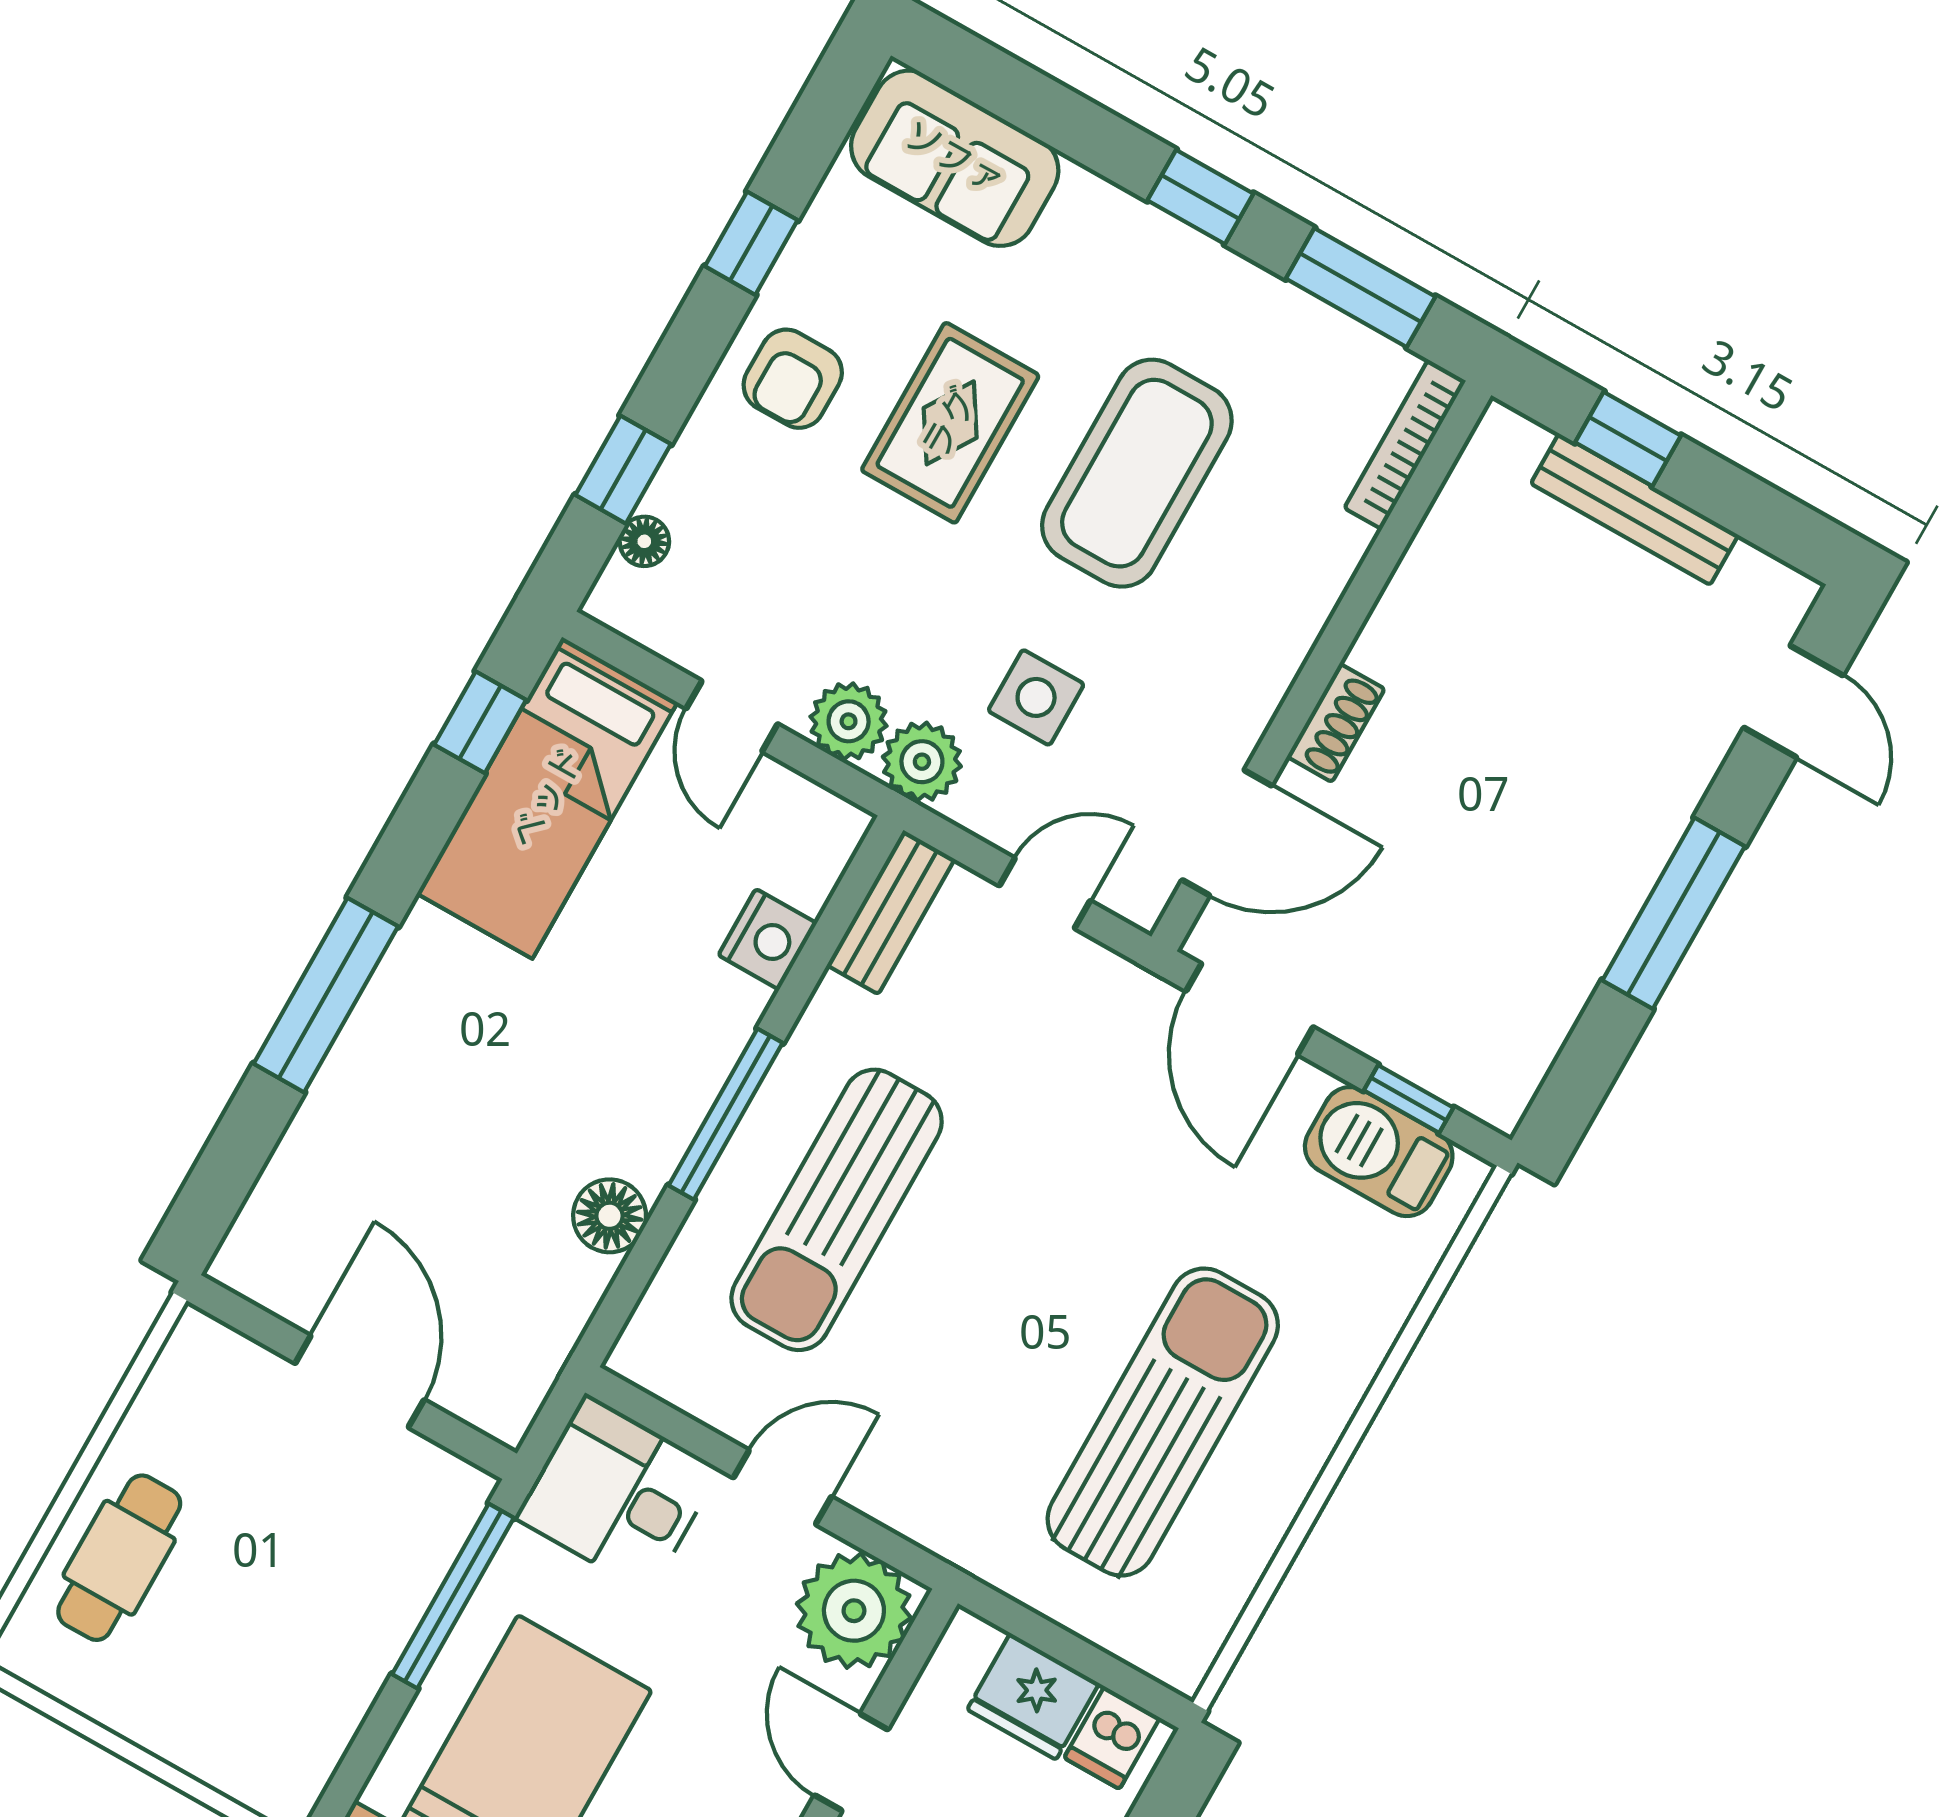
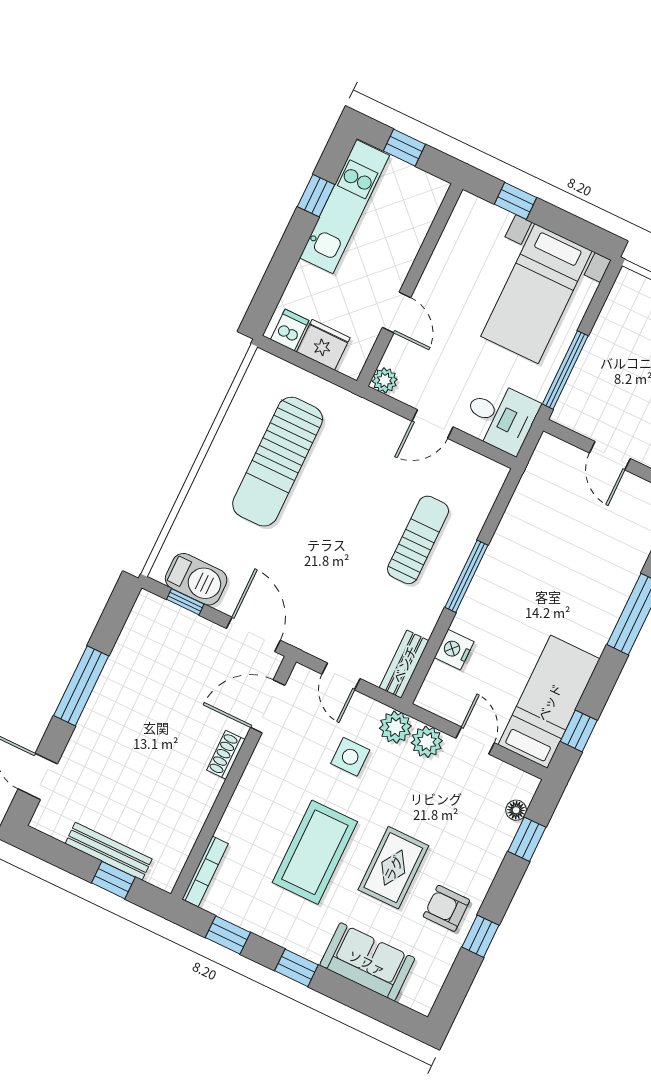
sofa: (955, 158) -> (367, 962), moved
window: (1361, 288) -> (228, 935), width x0.67
armchair: (793, 379) -> (446, 908), moved, turned -90
door: (1045, 893) -> (341, 676), hinge flipped
sun lounger: (837, 1210) -> (418, 540), width x0.73, depth x0.75
floor lamp: (610, 1216) -> (511, 531), removed
door: (360, 1382) -> (610, 456), width x0.73
plant: (854, 1611) -> (385, 380), width x0.53, depth x0.53

